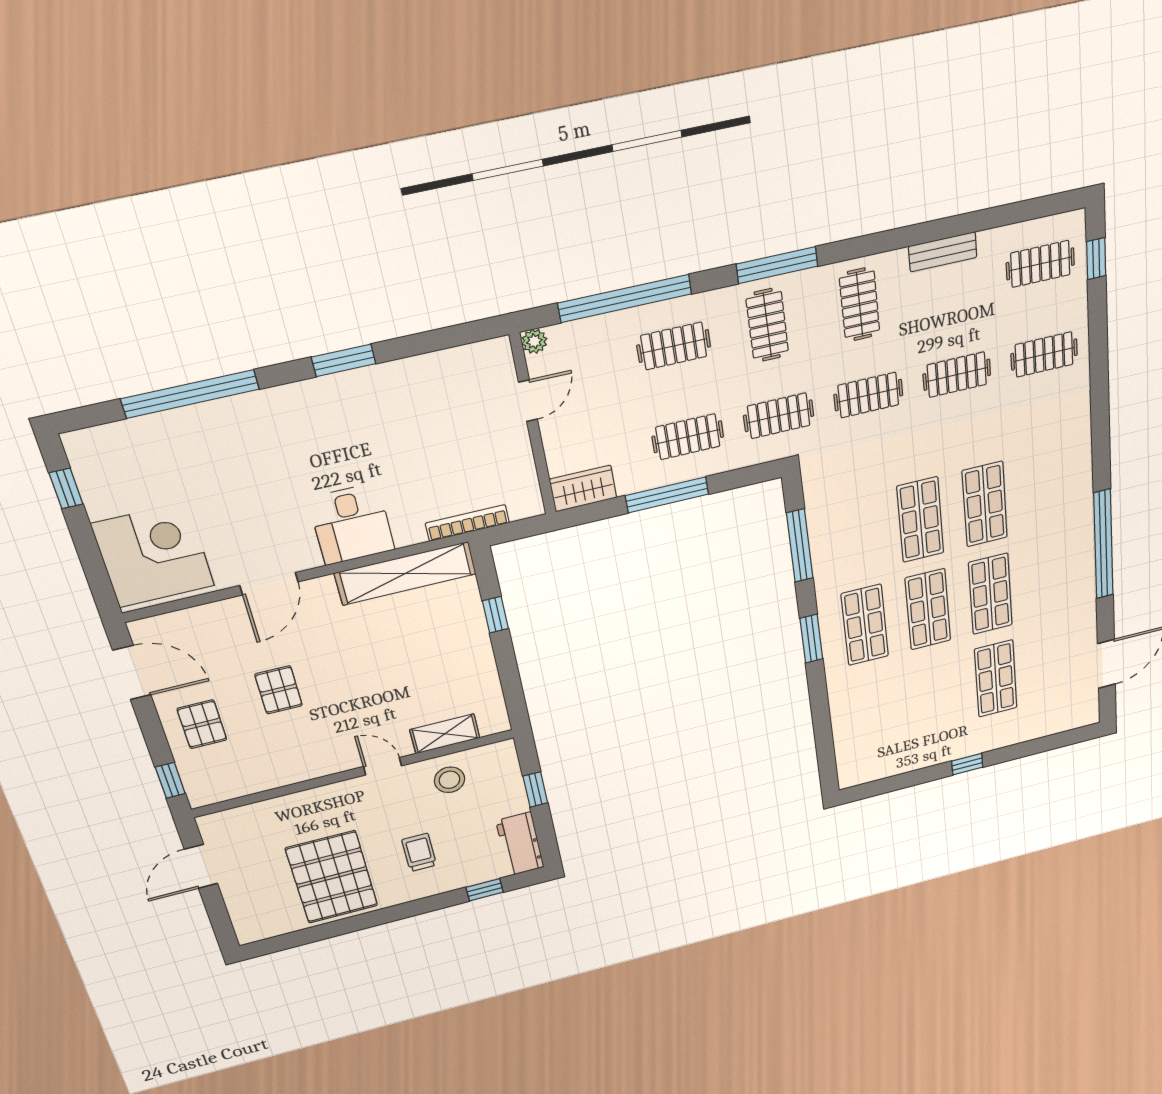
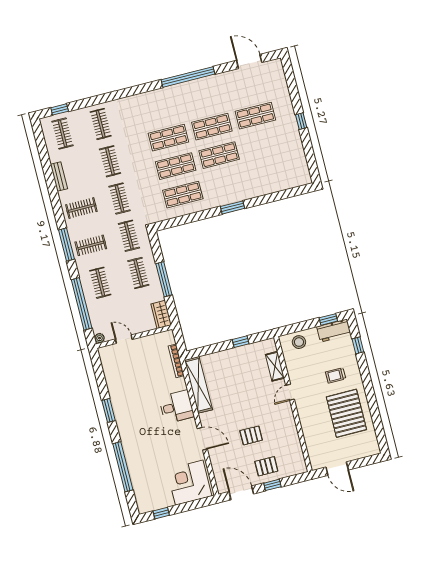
window: (800, 546) -> (187, 219), removed
window: (495, 615) -> (241, 342), moved
shop shelf: (865, 625) -> (183, 195), moved
door: (132, 673) -> (241, 493), hinge flipped
window: (170, 780) -> (272, 485), moved
stool: (449, 780) -> (299, 342), moved
window: (535, 790) -> (328, 319), moved
pallet: (332, 877) -> (346, 413), turned 90

